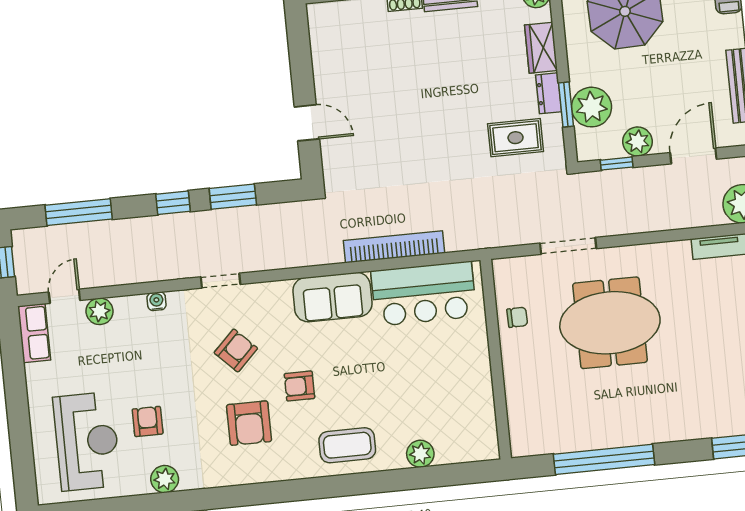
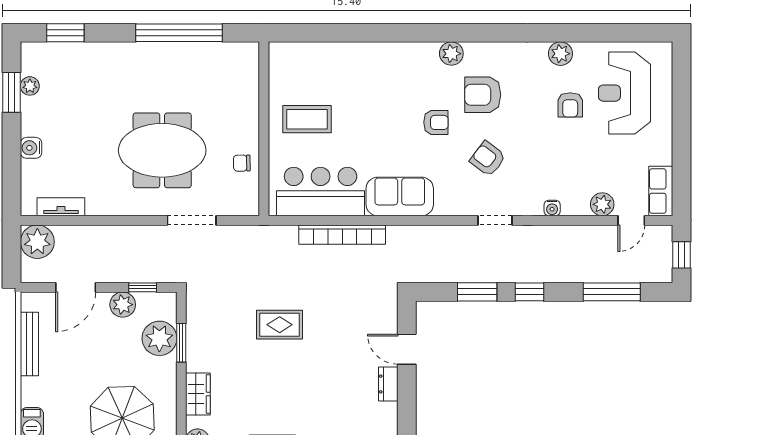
dresser: (549, 93) -> (388, 384), moved, turned 180
rug: (516, 138) -> (280, 325), moved
armchair: (236, 350) -> (488, 159), turned 82
armchair: (249, 423) -> (483, 95), turned -90
coffee table: (347, 445) -> (307, 119), moved
plant: (420, 454) -> (451, 54), moved

